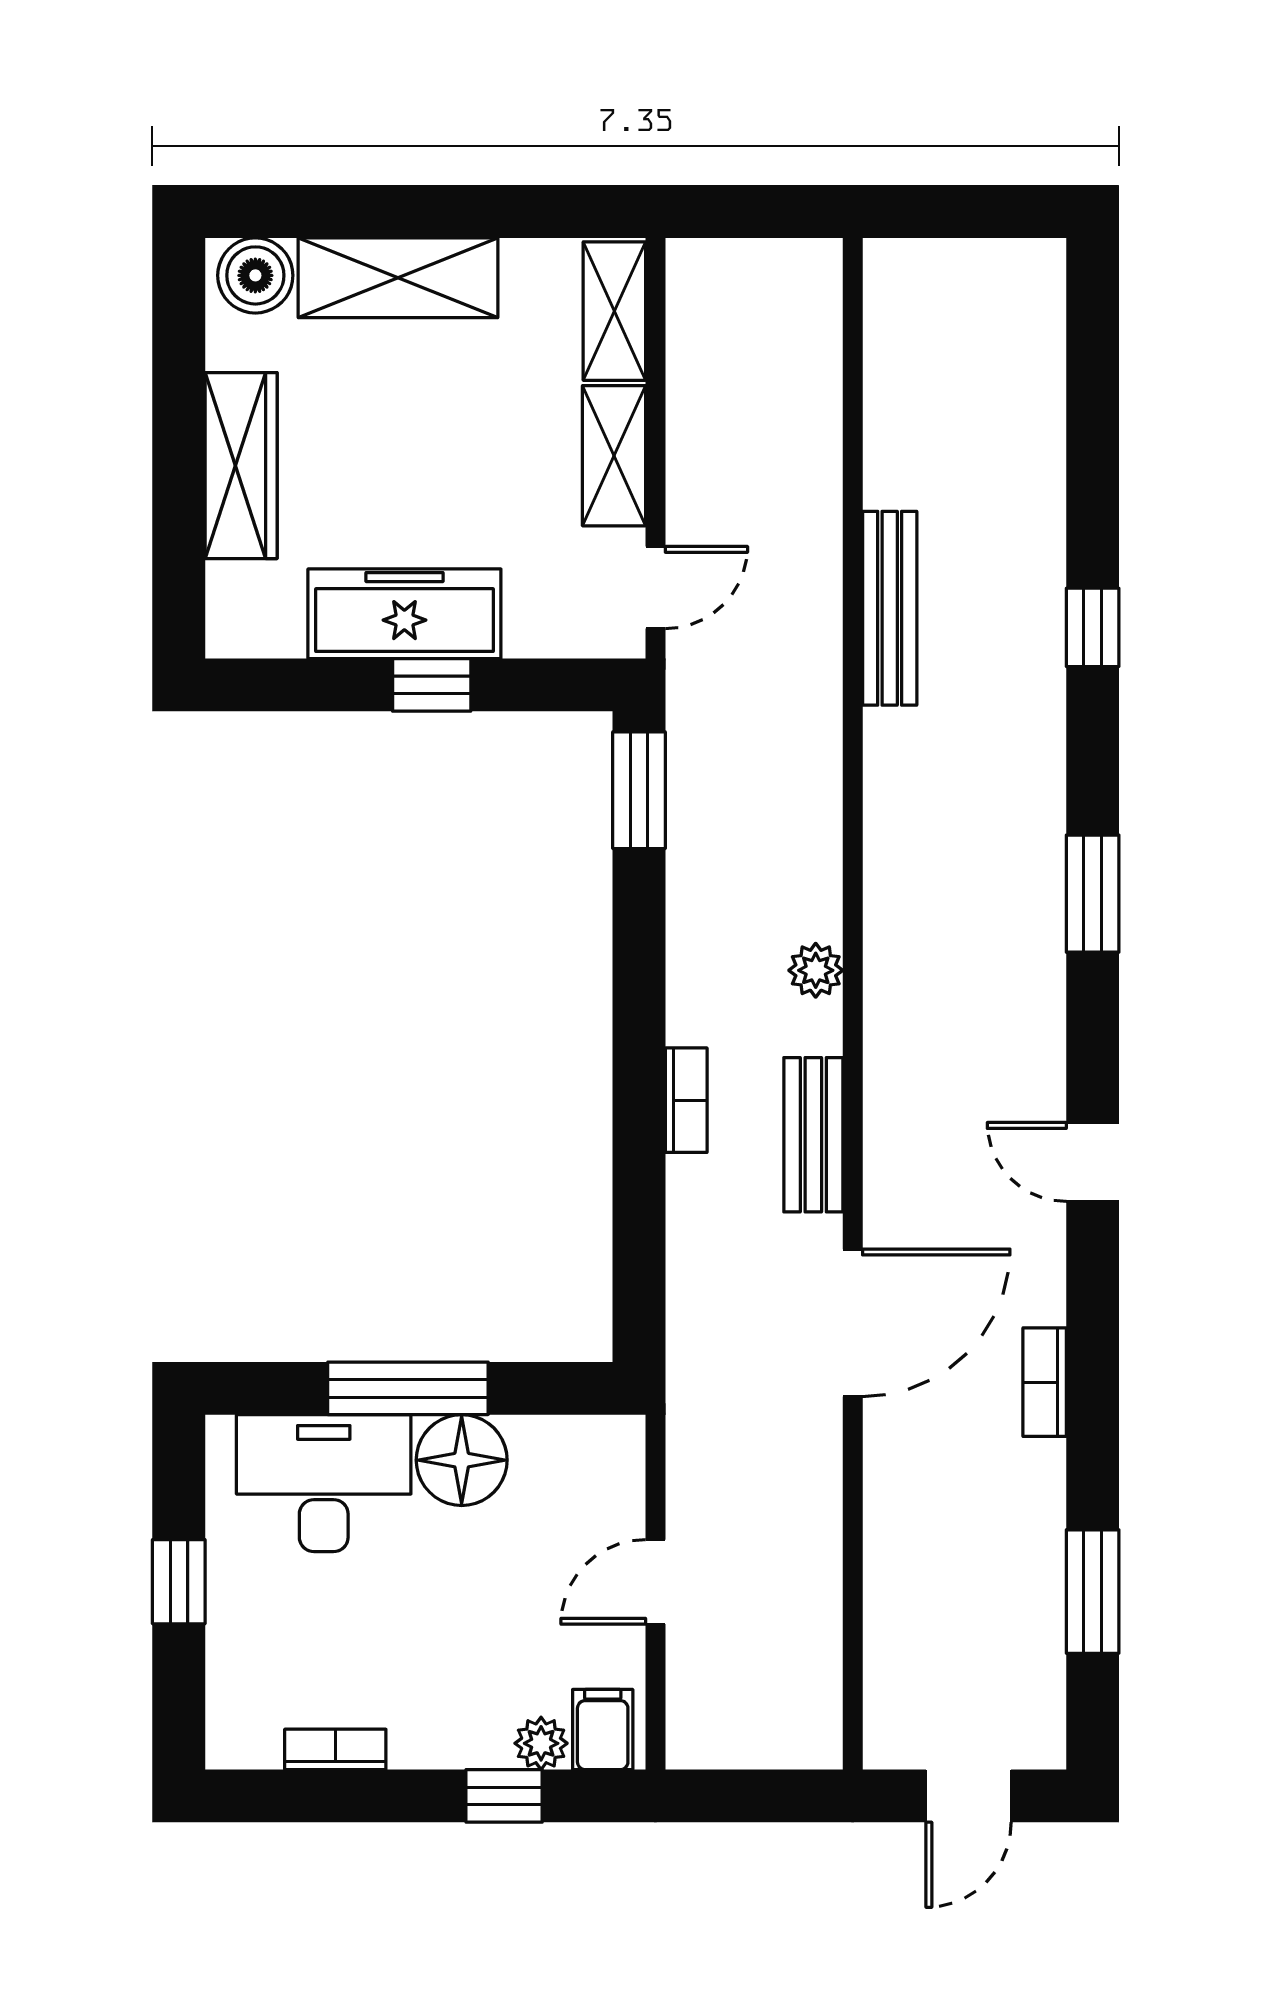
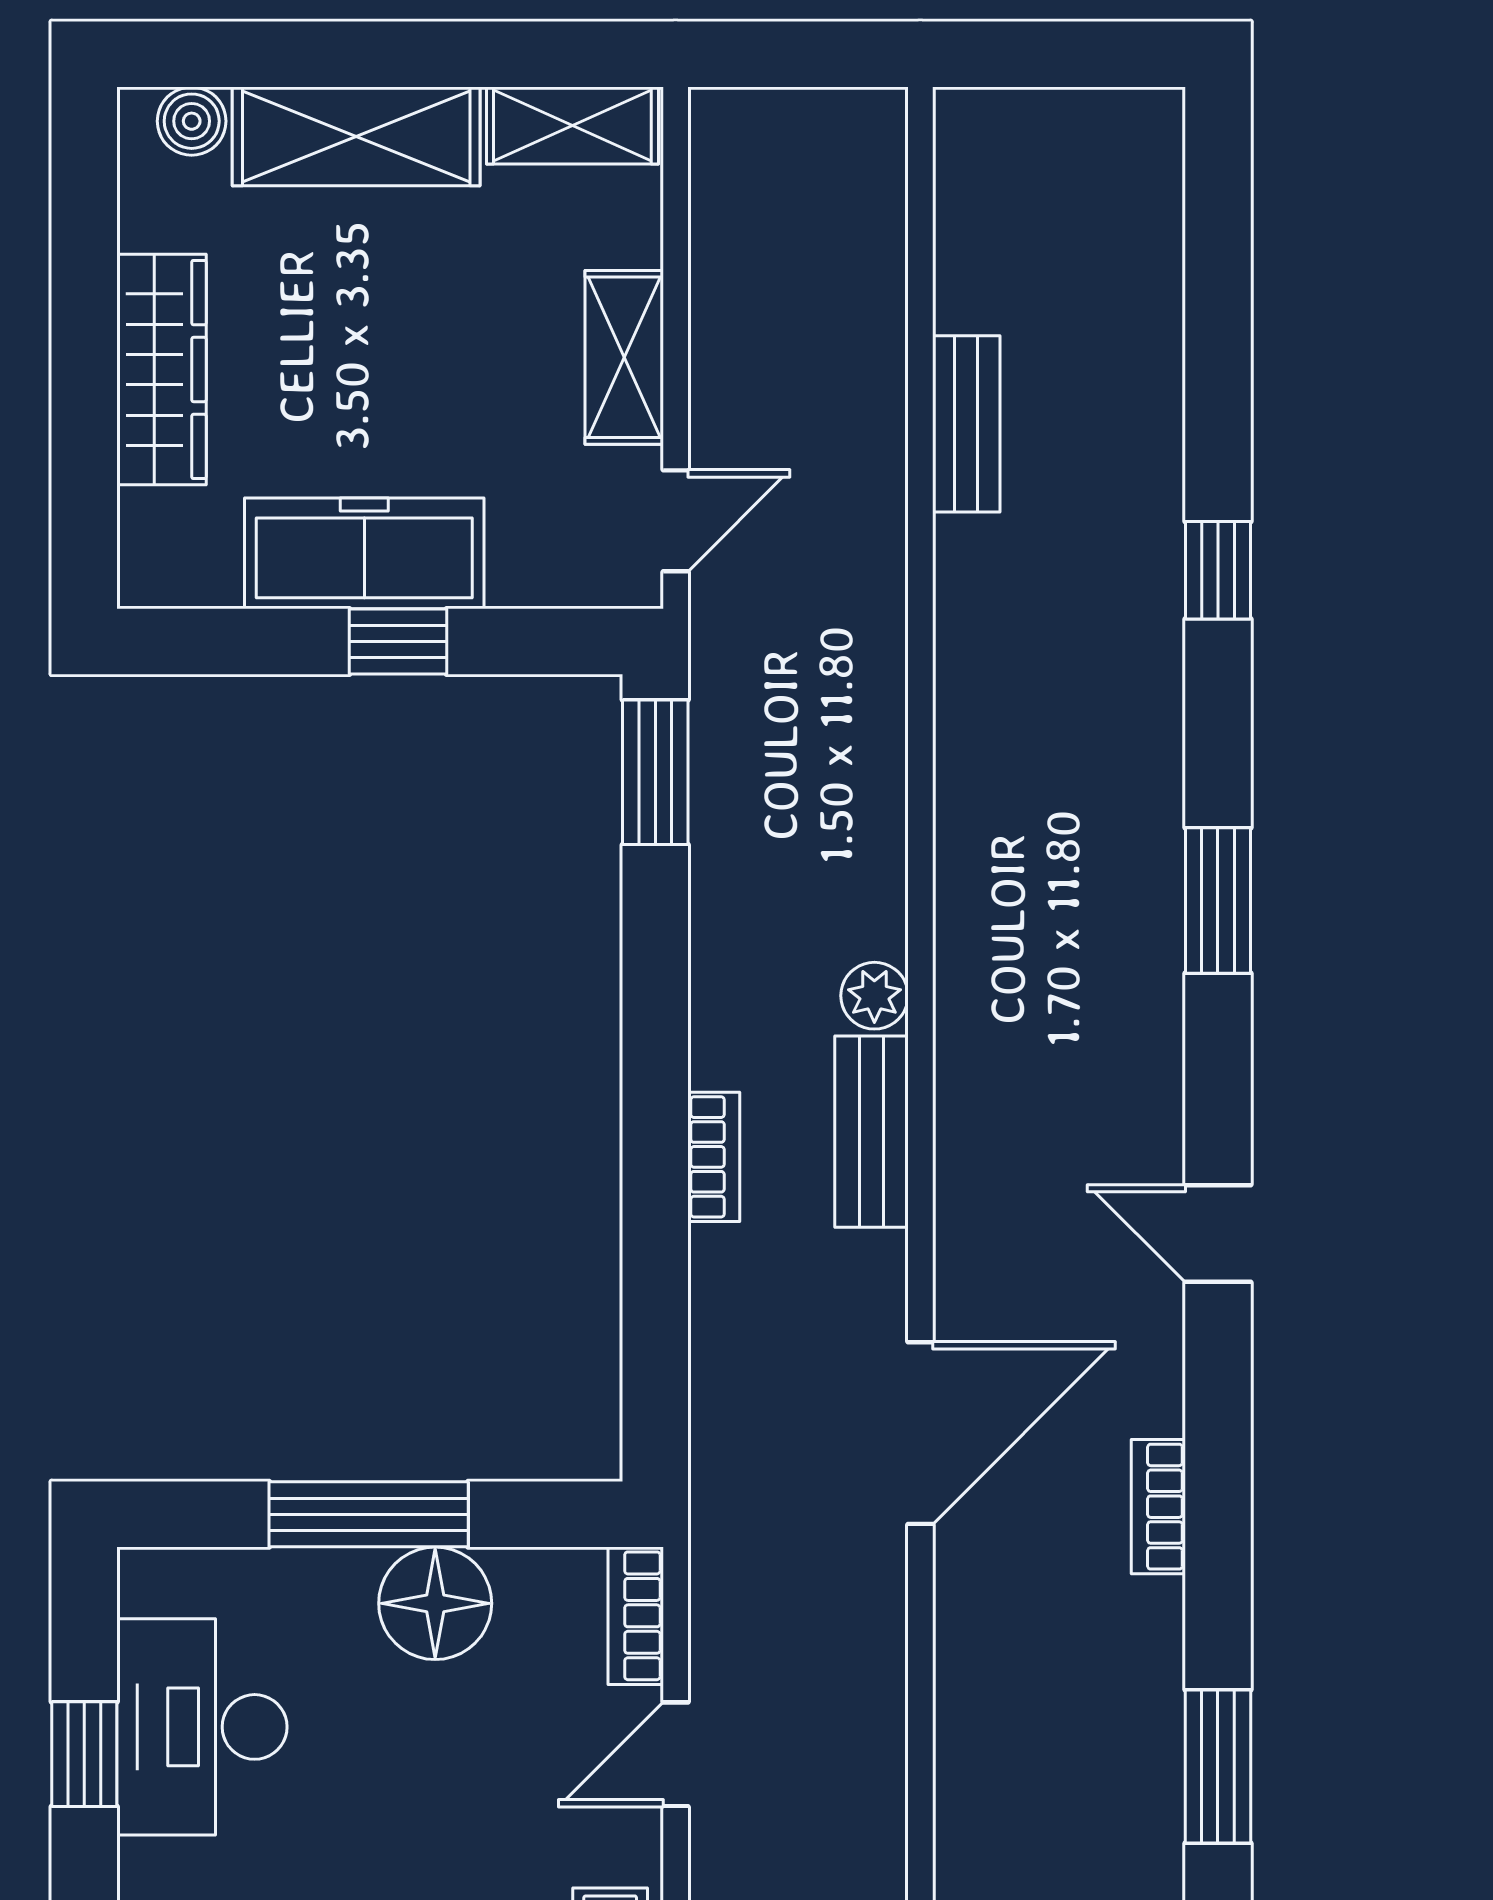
boiler: (255, 275) -> (192, 121), width x0.73, depth x0.73
shelving: (614, 311) -> (572, 126), moved, turned 90
bench: (890, 608) -> (966, 424), moved, width x0.73
bench: (813, 1135) -> (871, 1132), moved
bookcase: (623, 1470) -> (636, 1616), added
desk: (324, 1483) -> (202, 1727), moved, turned -90

